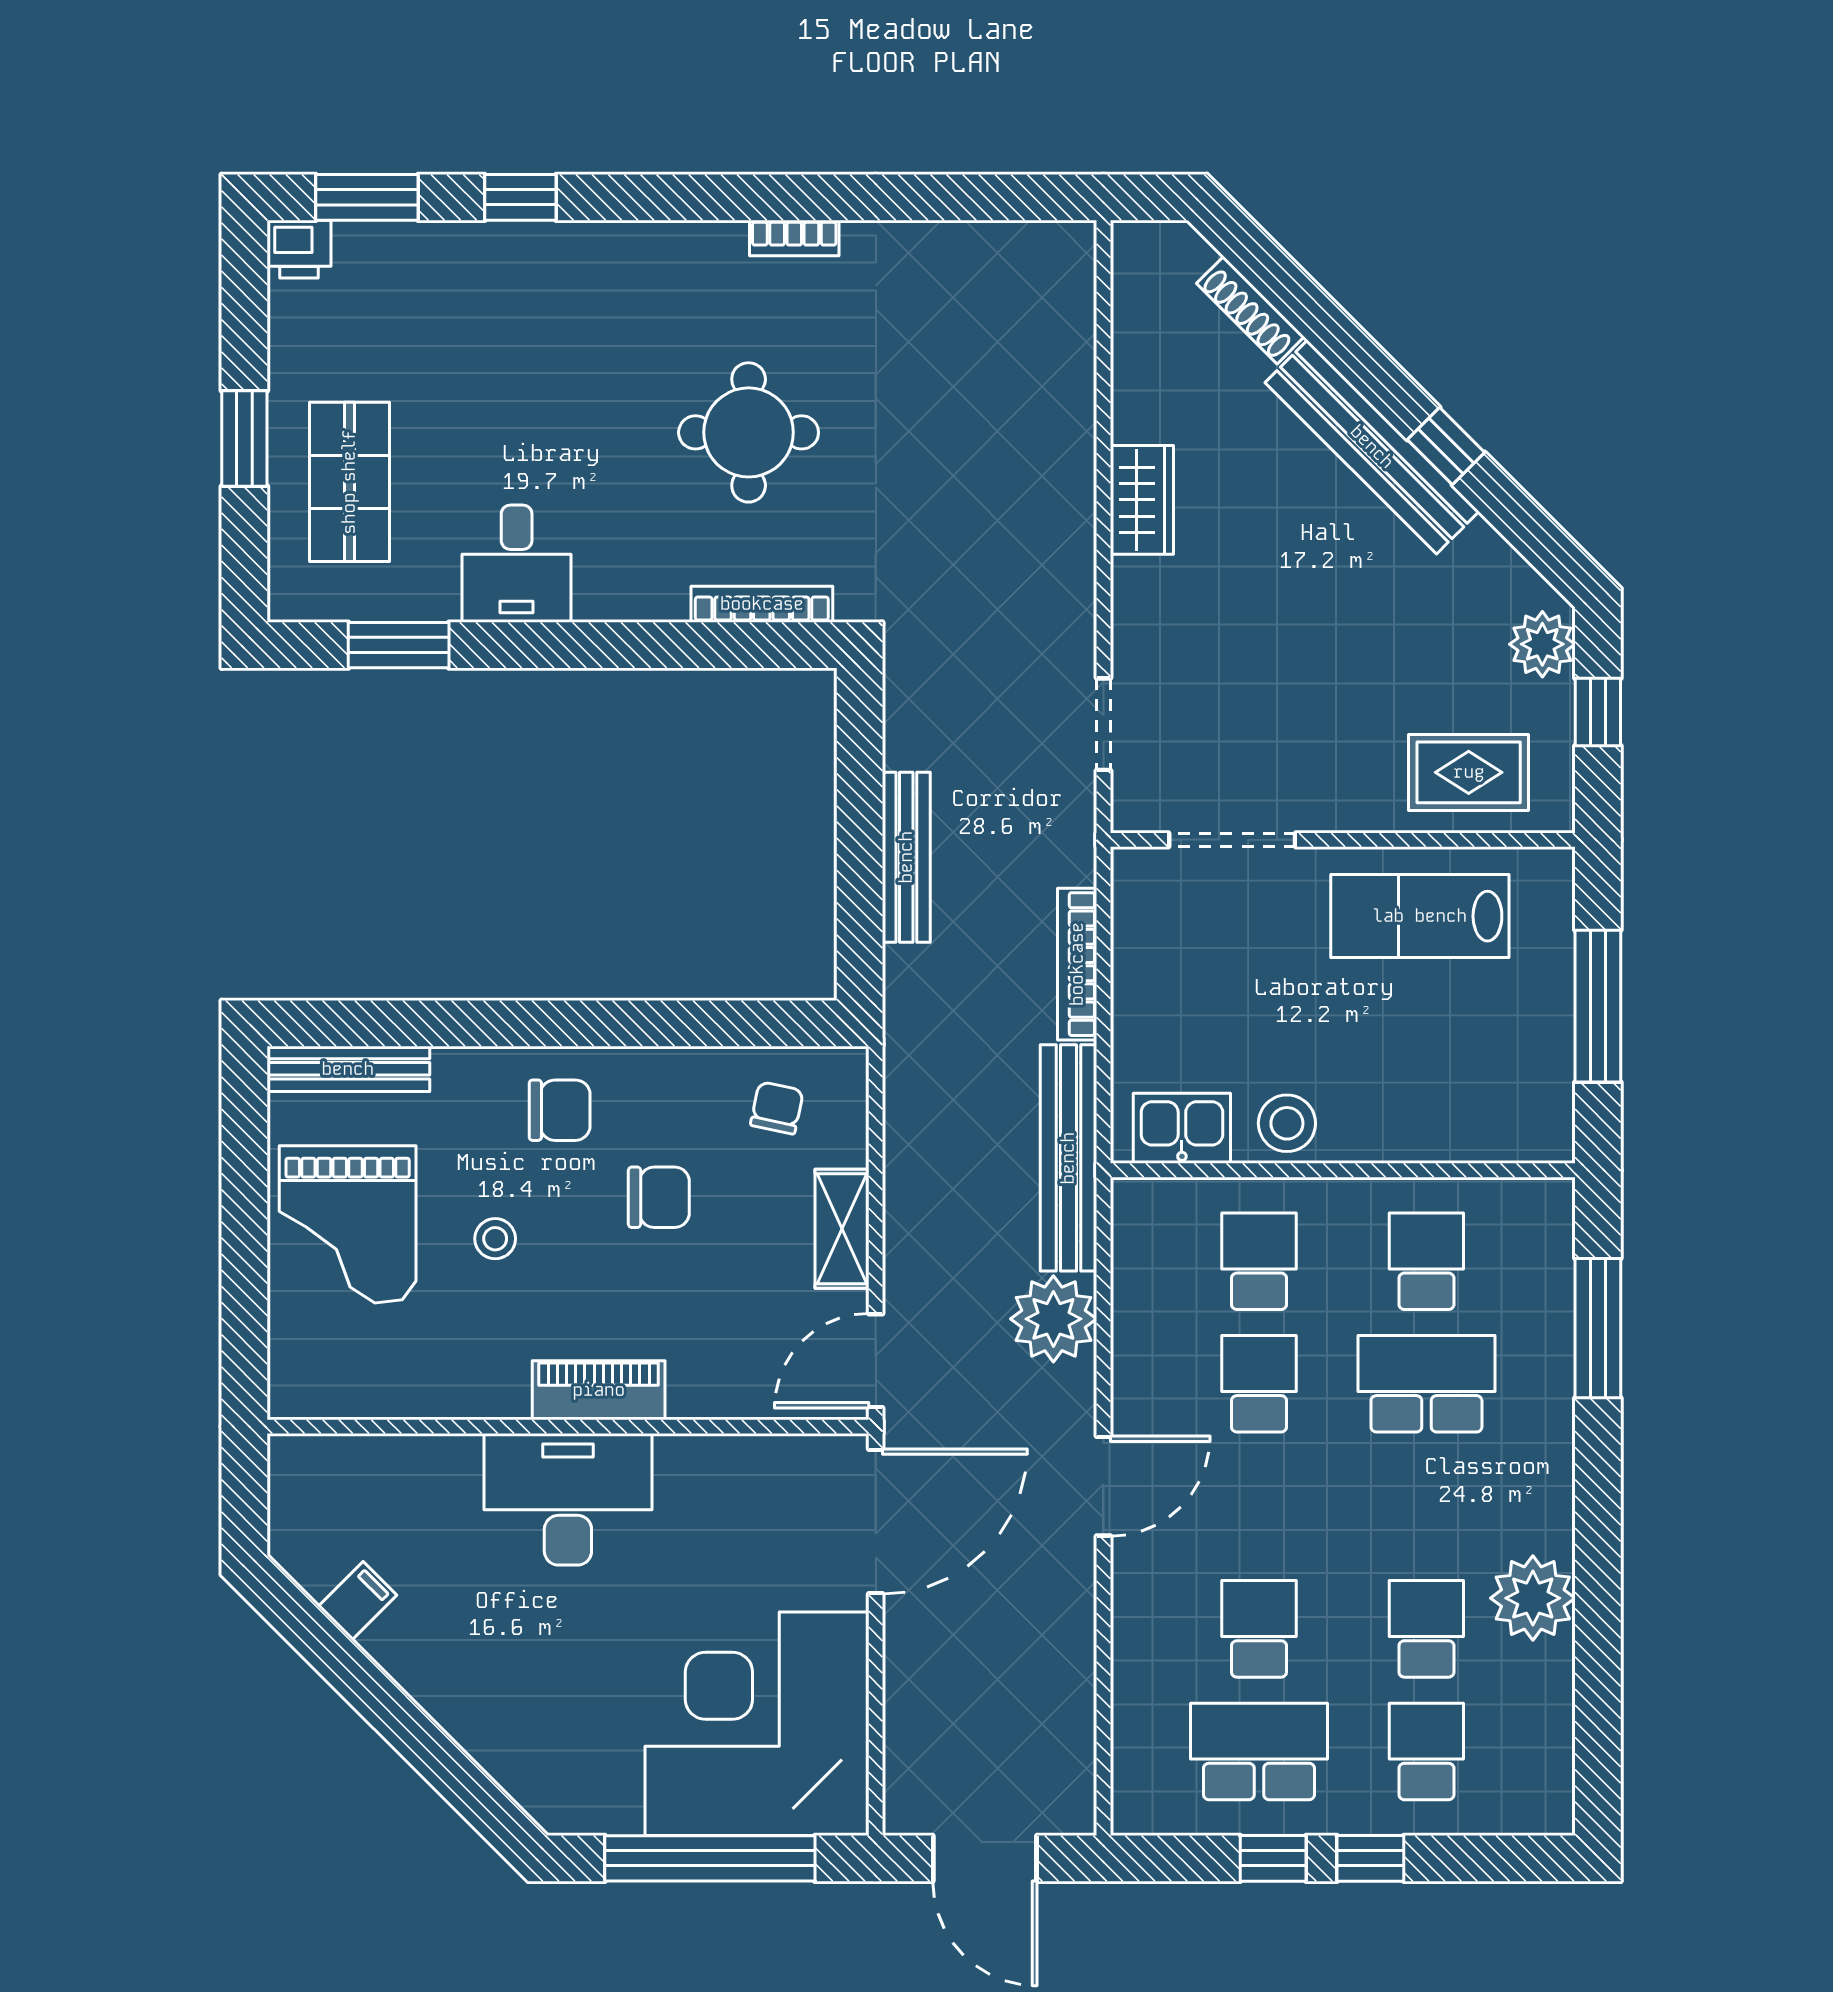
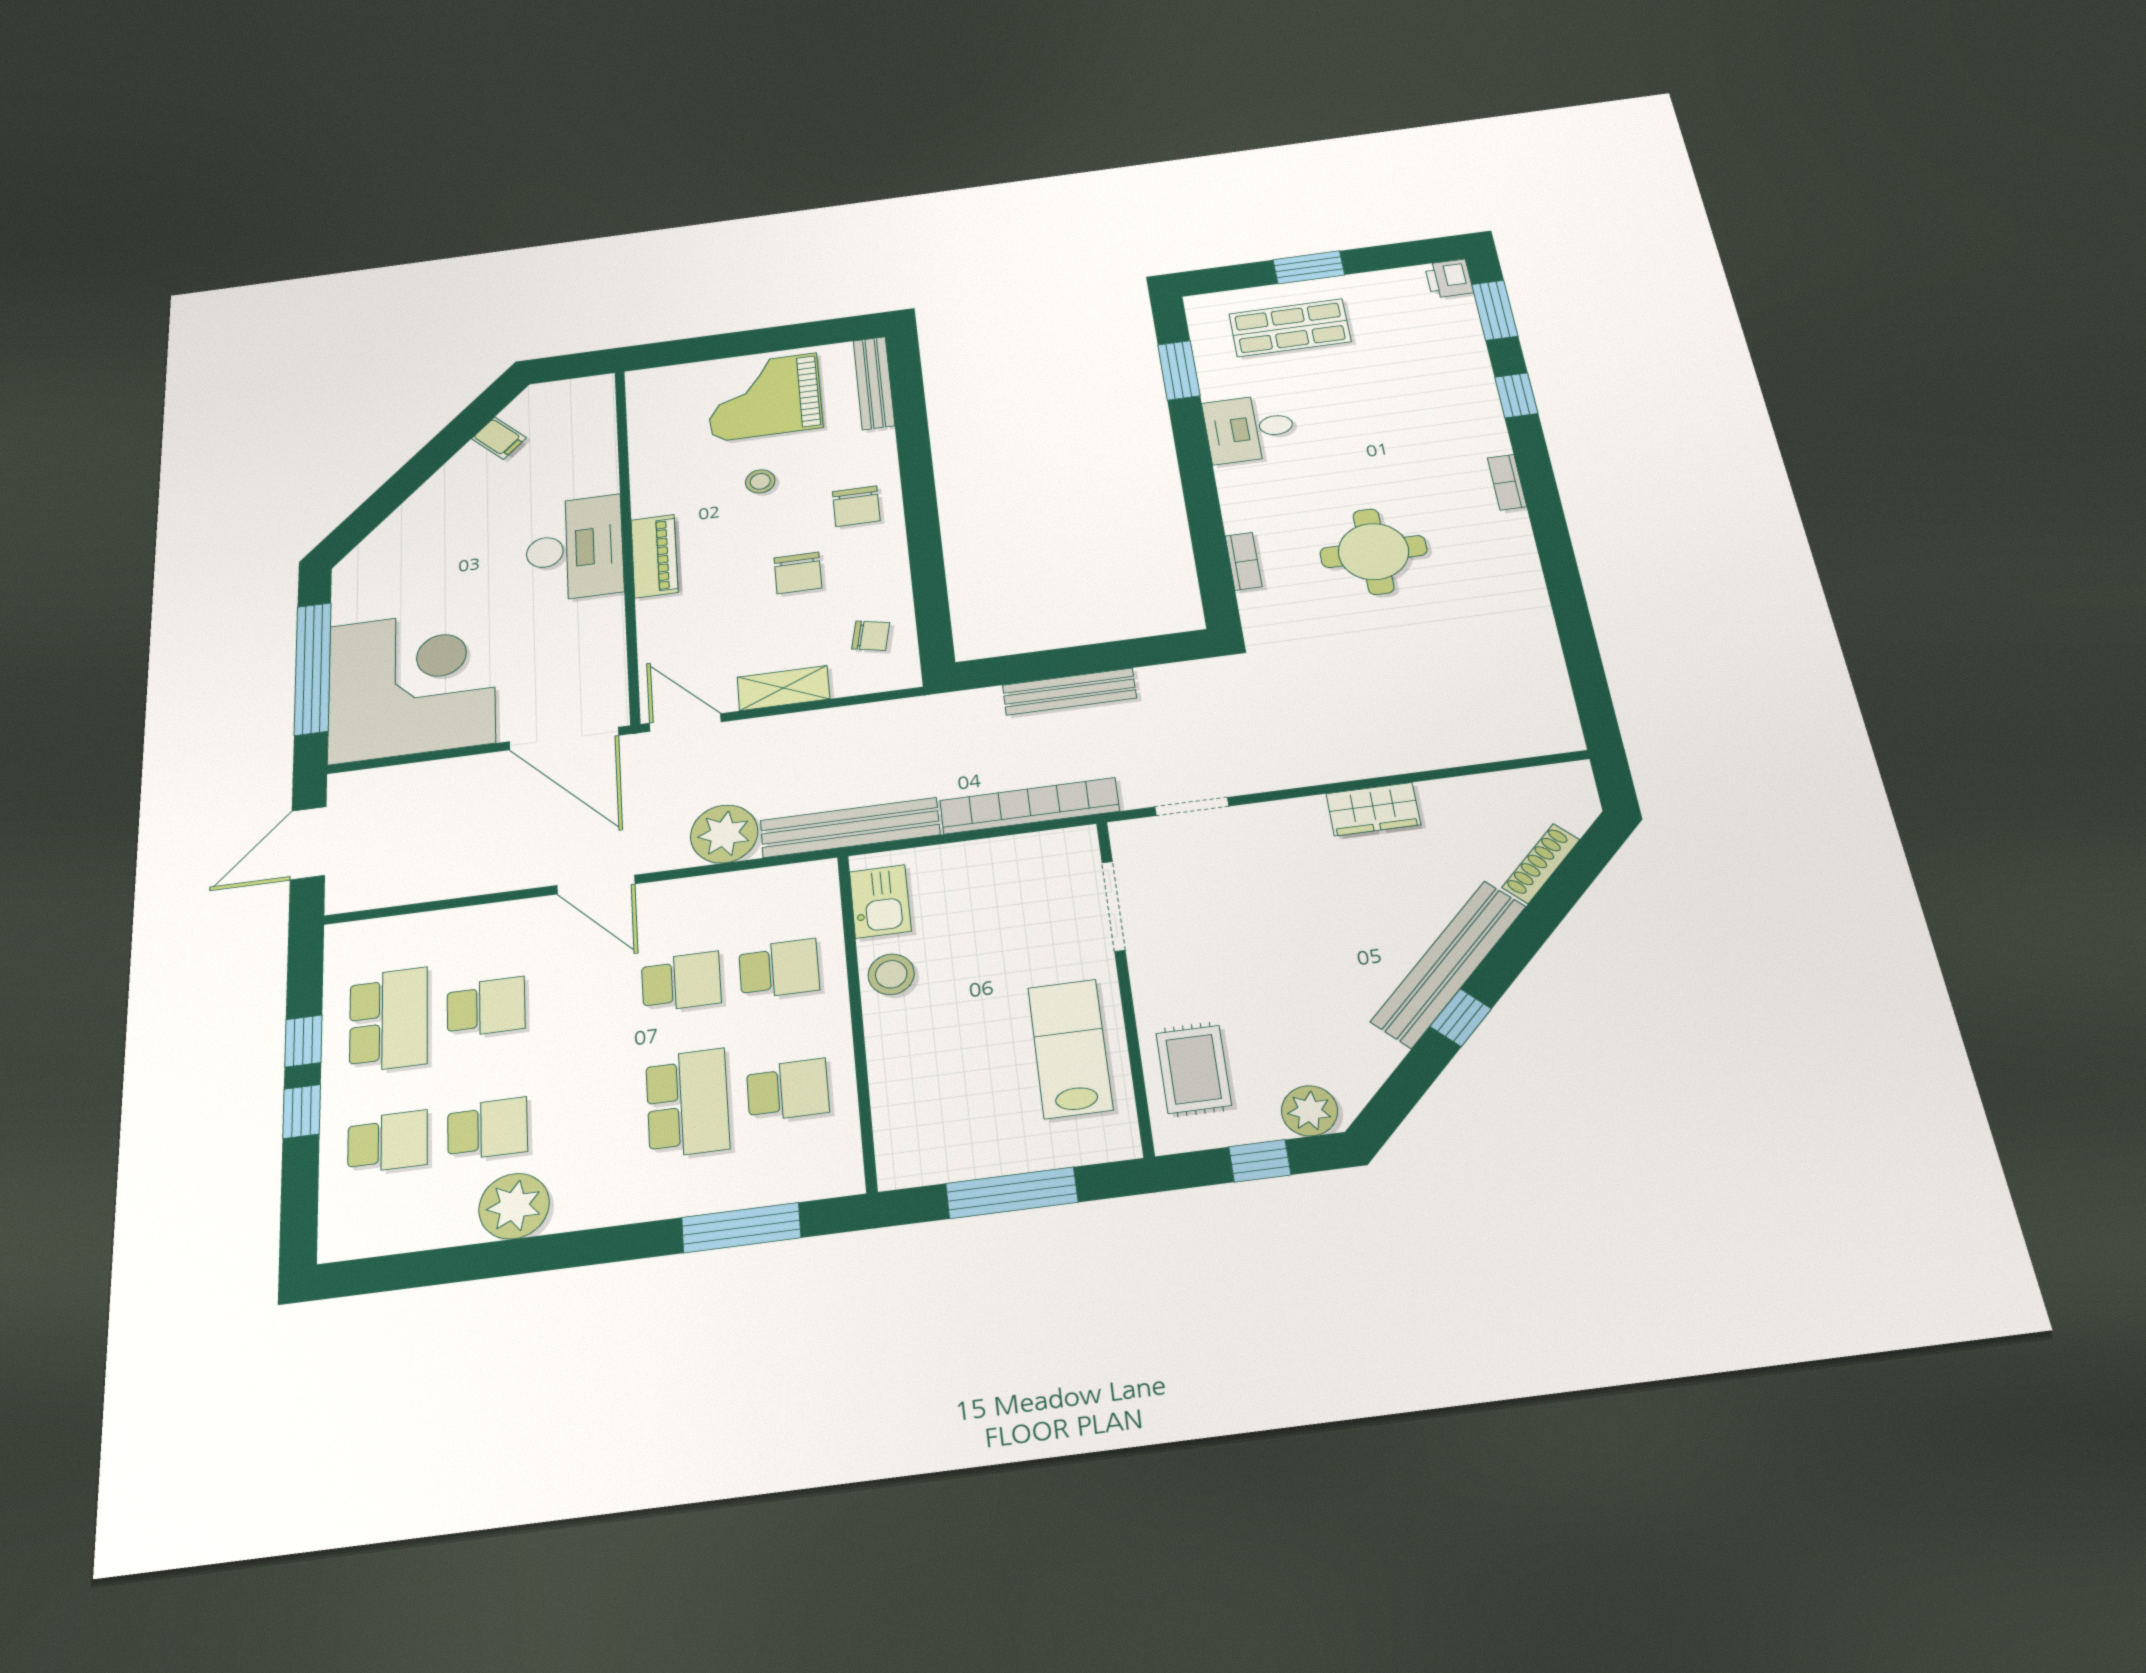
bookcase: (794, 238) -> (1507, 482), moved
bookcase: (762, 604) -> (1244, 561), width x0.64
bookcase: (1077, 964) -> (1030, 806), width x1.48, depth x1.31

